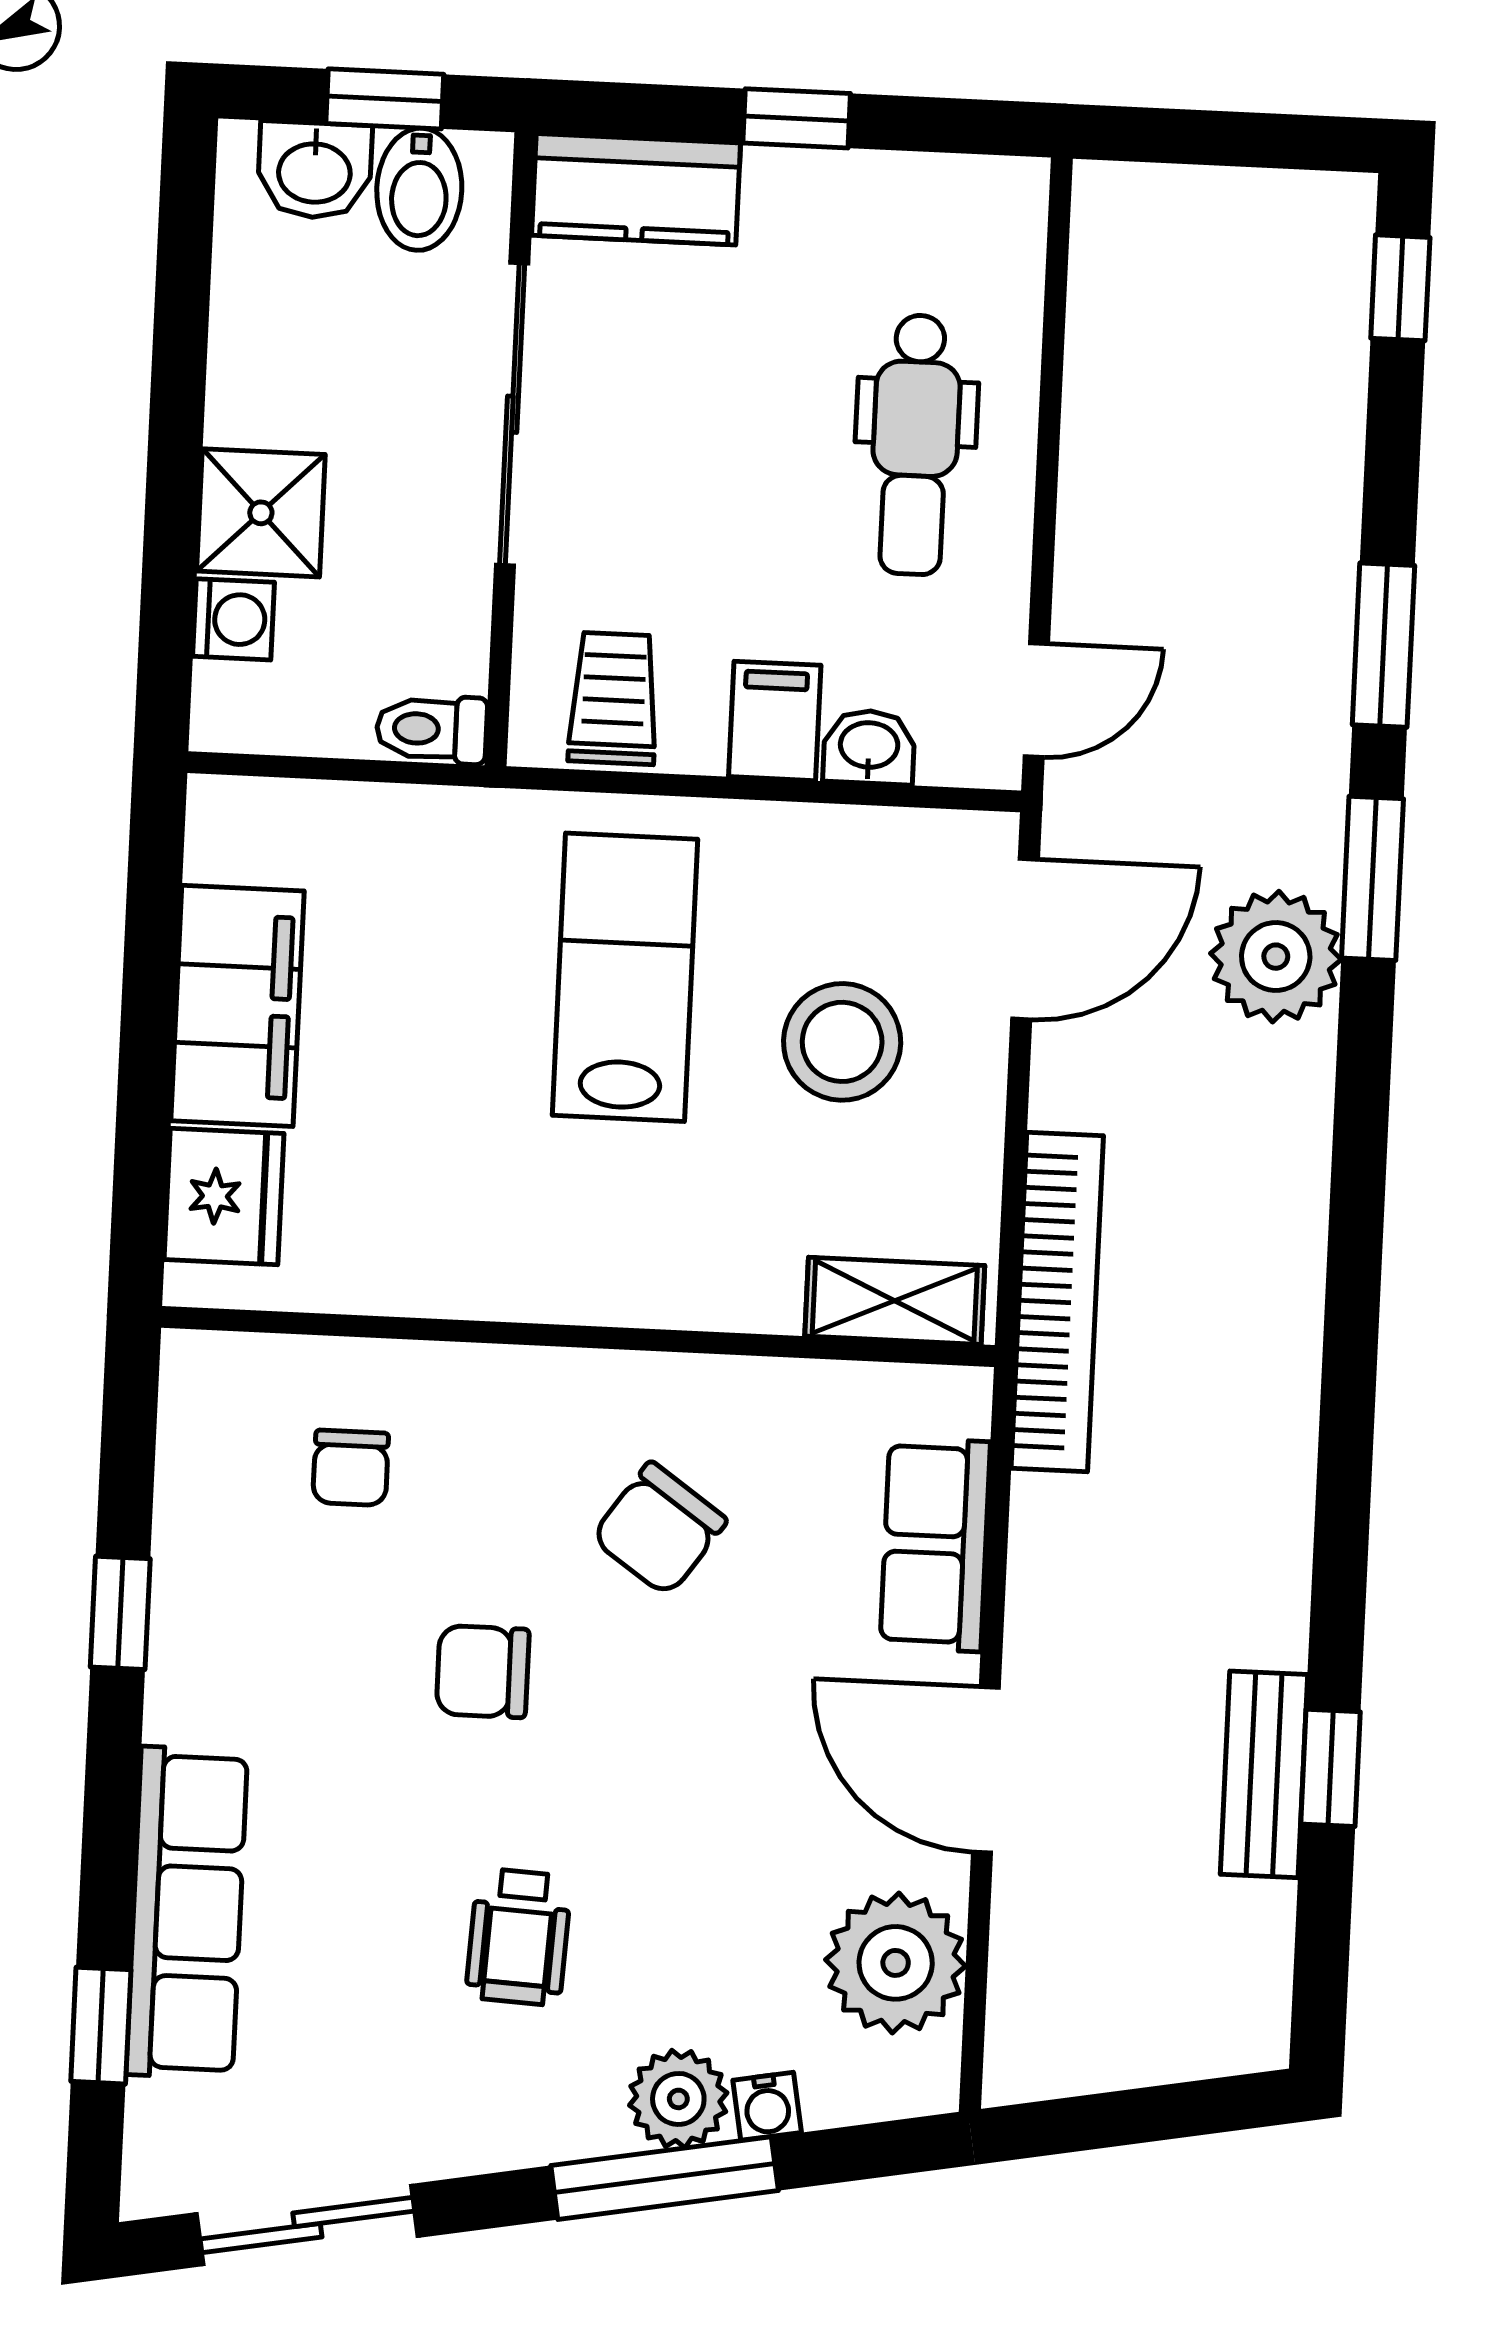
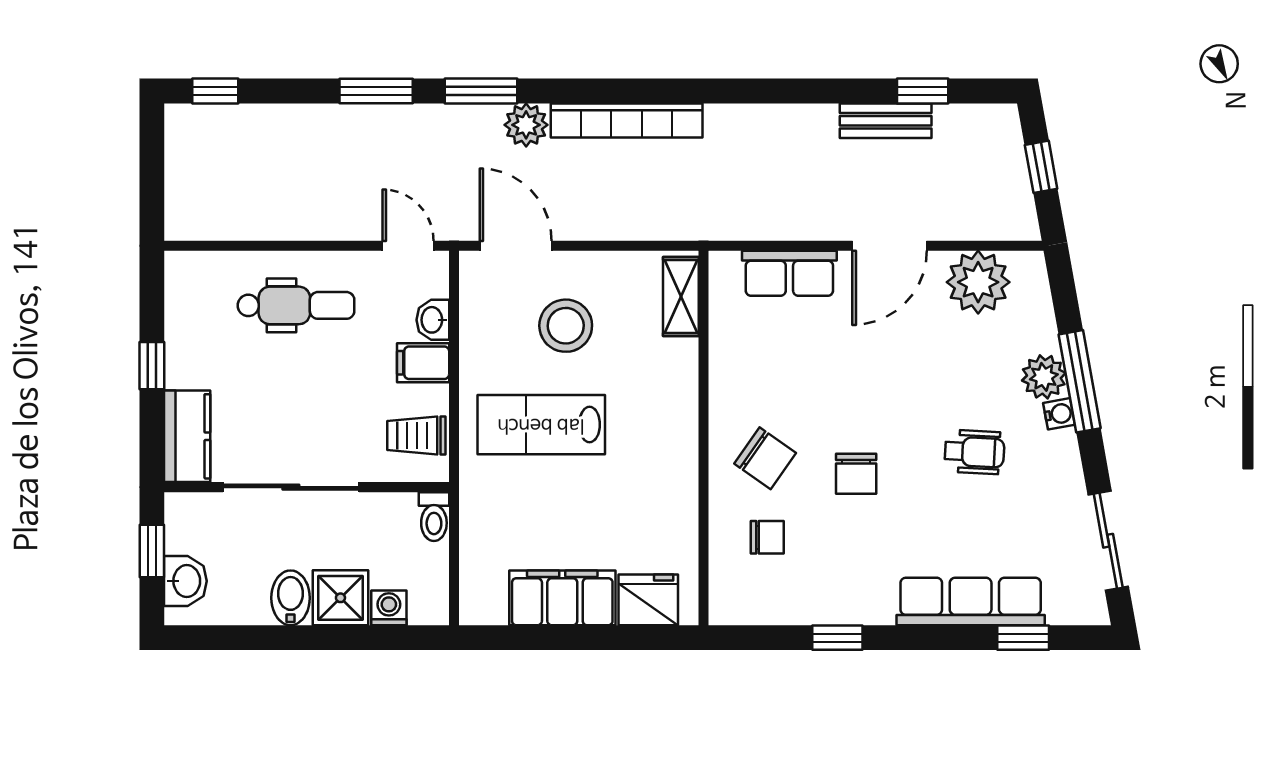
bidet: (419, 189) -> (291, 598), moved, turned -90
plant: (1276, 957) -> (526, 125), width x0.73, depth x0.73
bookcase: (1057, 1302) -> (627, 120), moved, turned 180
chair: (659, 1529) -> (765, 458), moved
window: (1331, 1768) -> (923, 91), moved
water cooler: (767, 2106) -> (1059, 414), moved
window: (1145, 2115) -> (1041, 167), added

